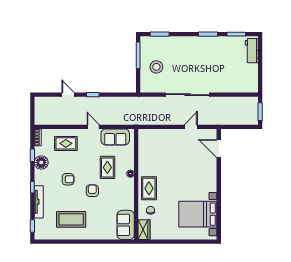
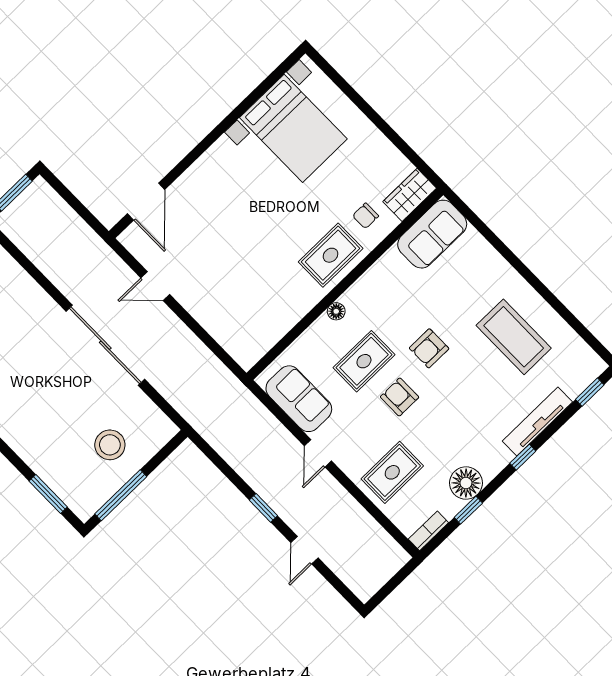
rug: (66, 143) -> (392, 472), turned 90
armchair: (68, 179) -> (400, 397), moved

